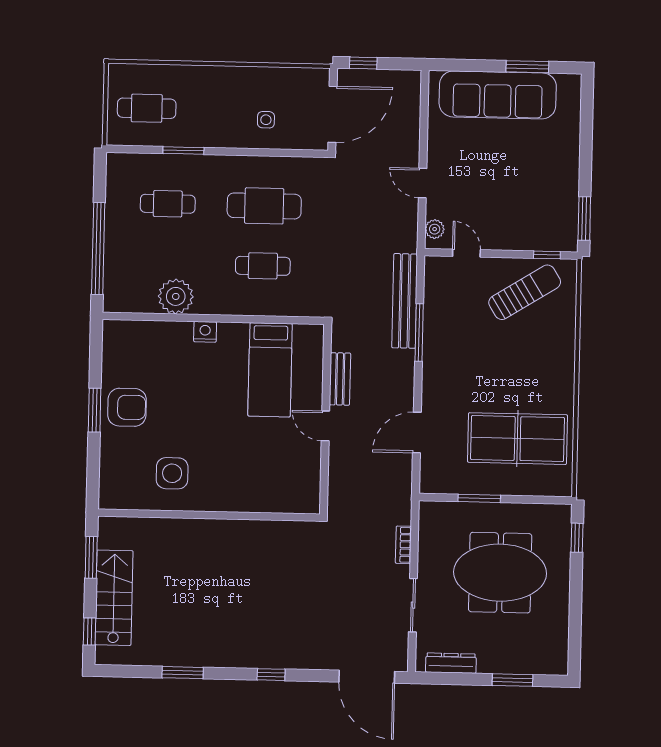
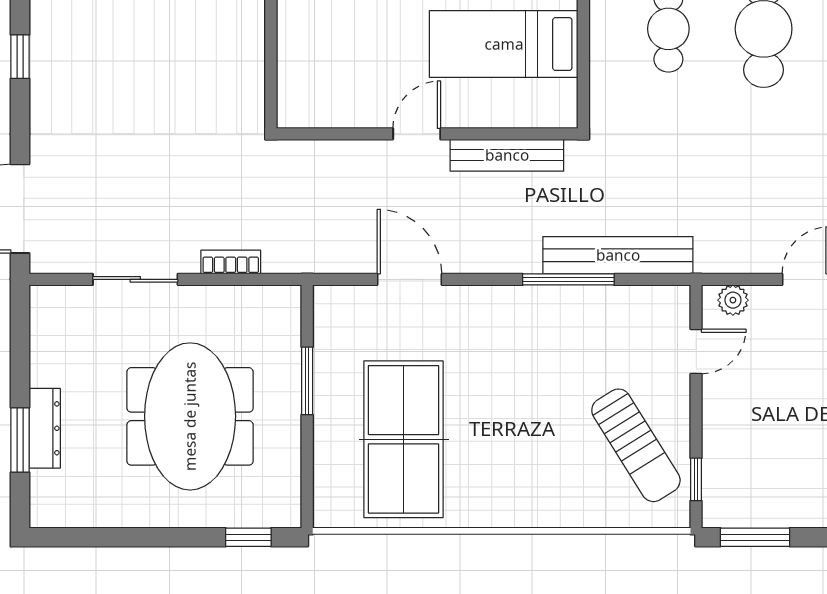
bench: (340, 379) -> (507, 155), width x1.36
dresser: (451, 663) -> (45, 428), moved

